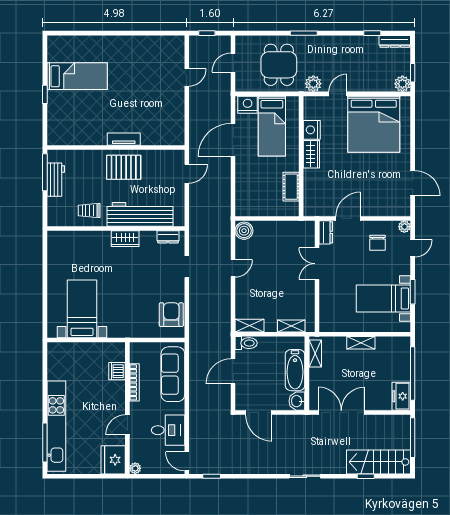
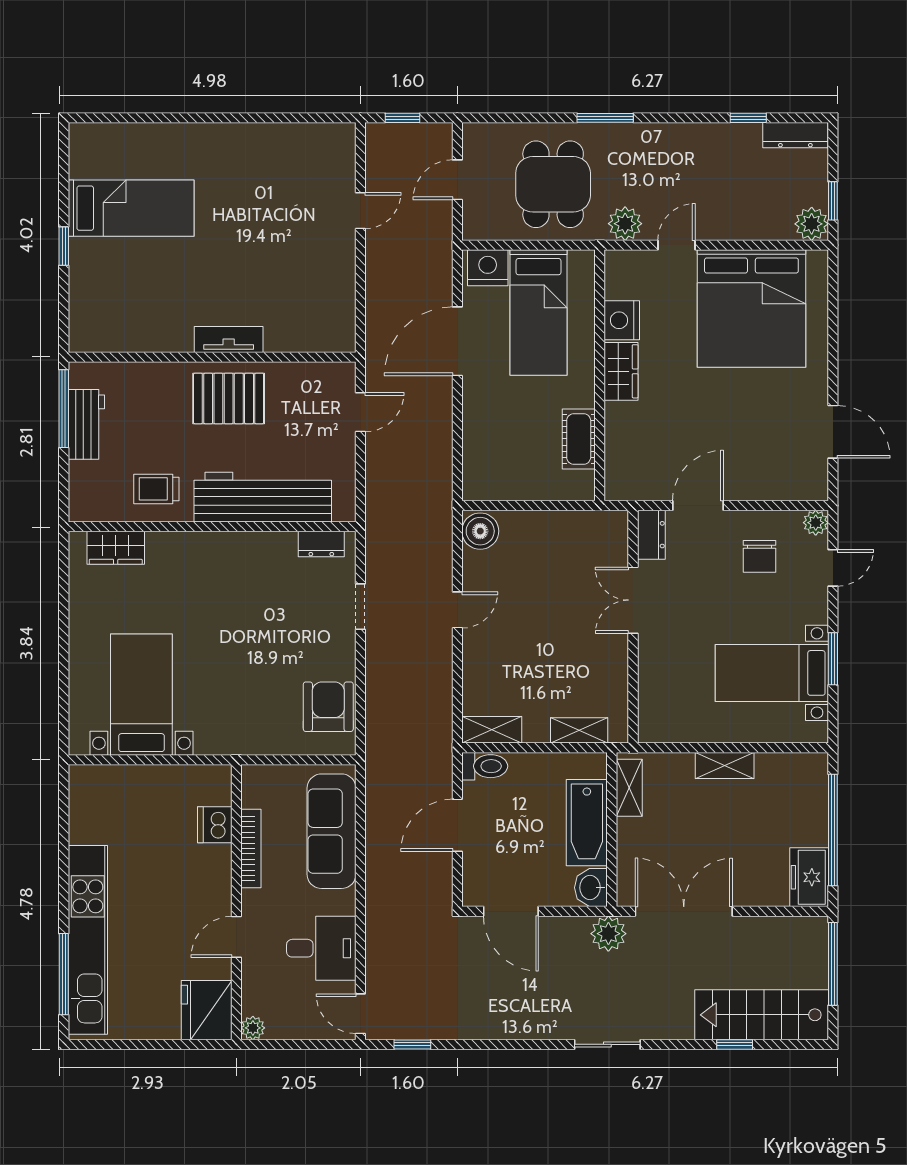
wardrobe: (125, 239) -> (116, 548), moved
plant: (305, 423) -> (608, 934), added

